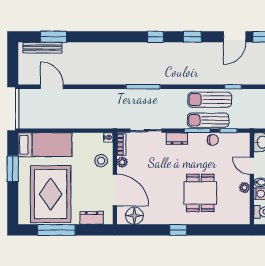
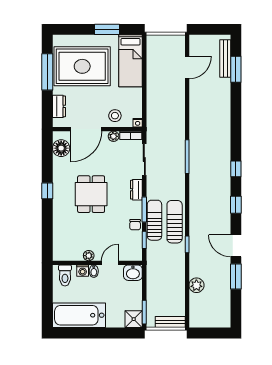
dining table: (200, 193) -> (91, 194), moved, turned 90

